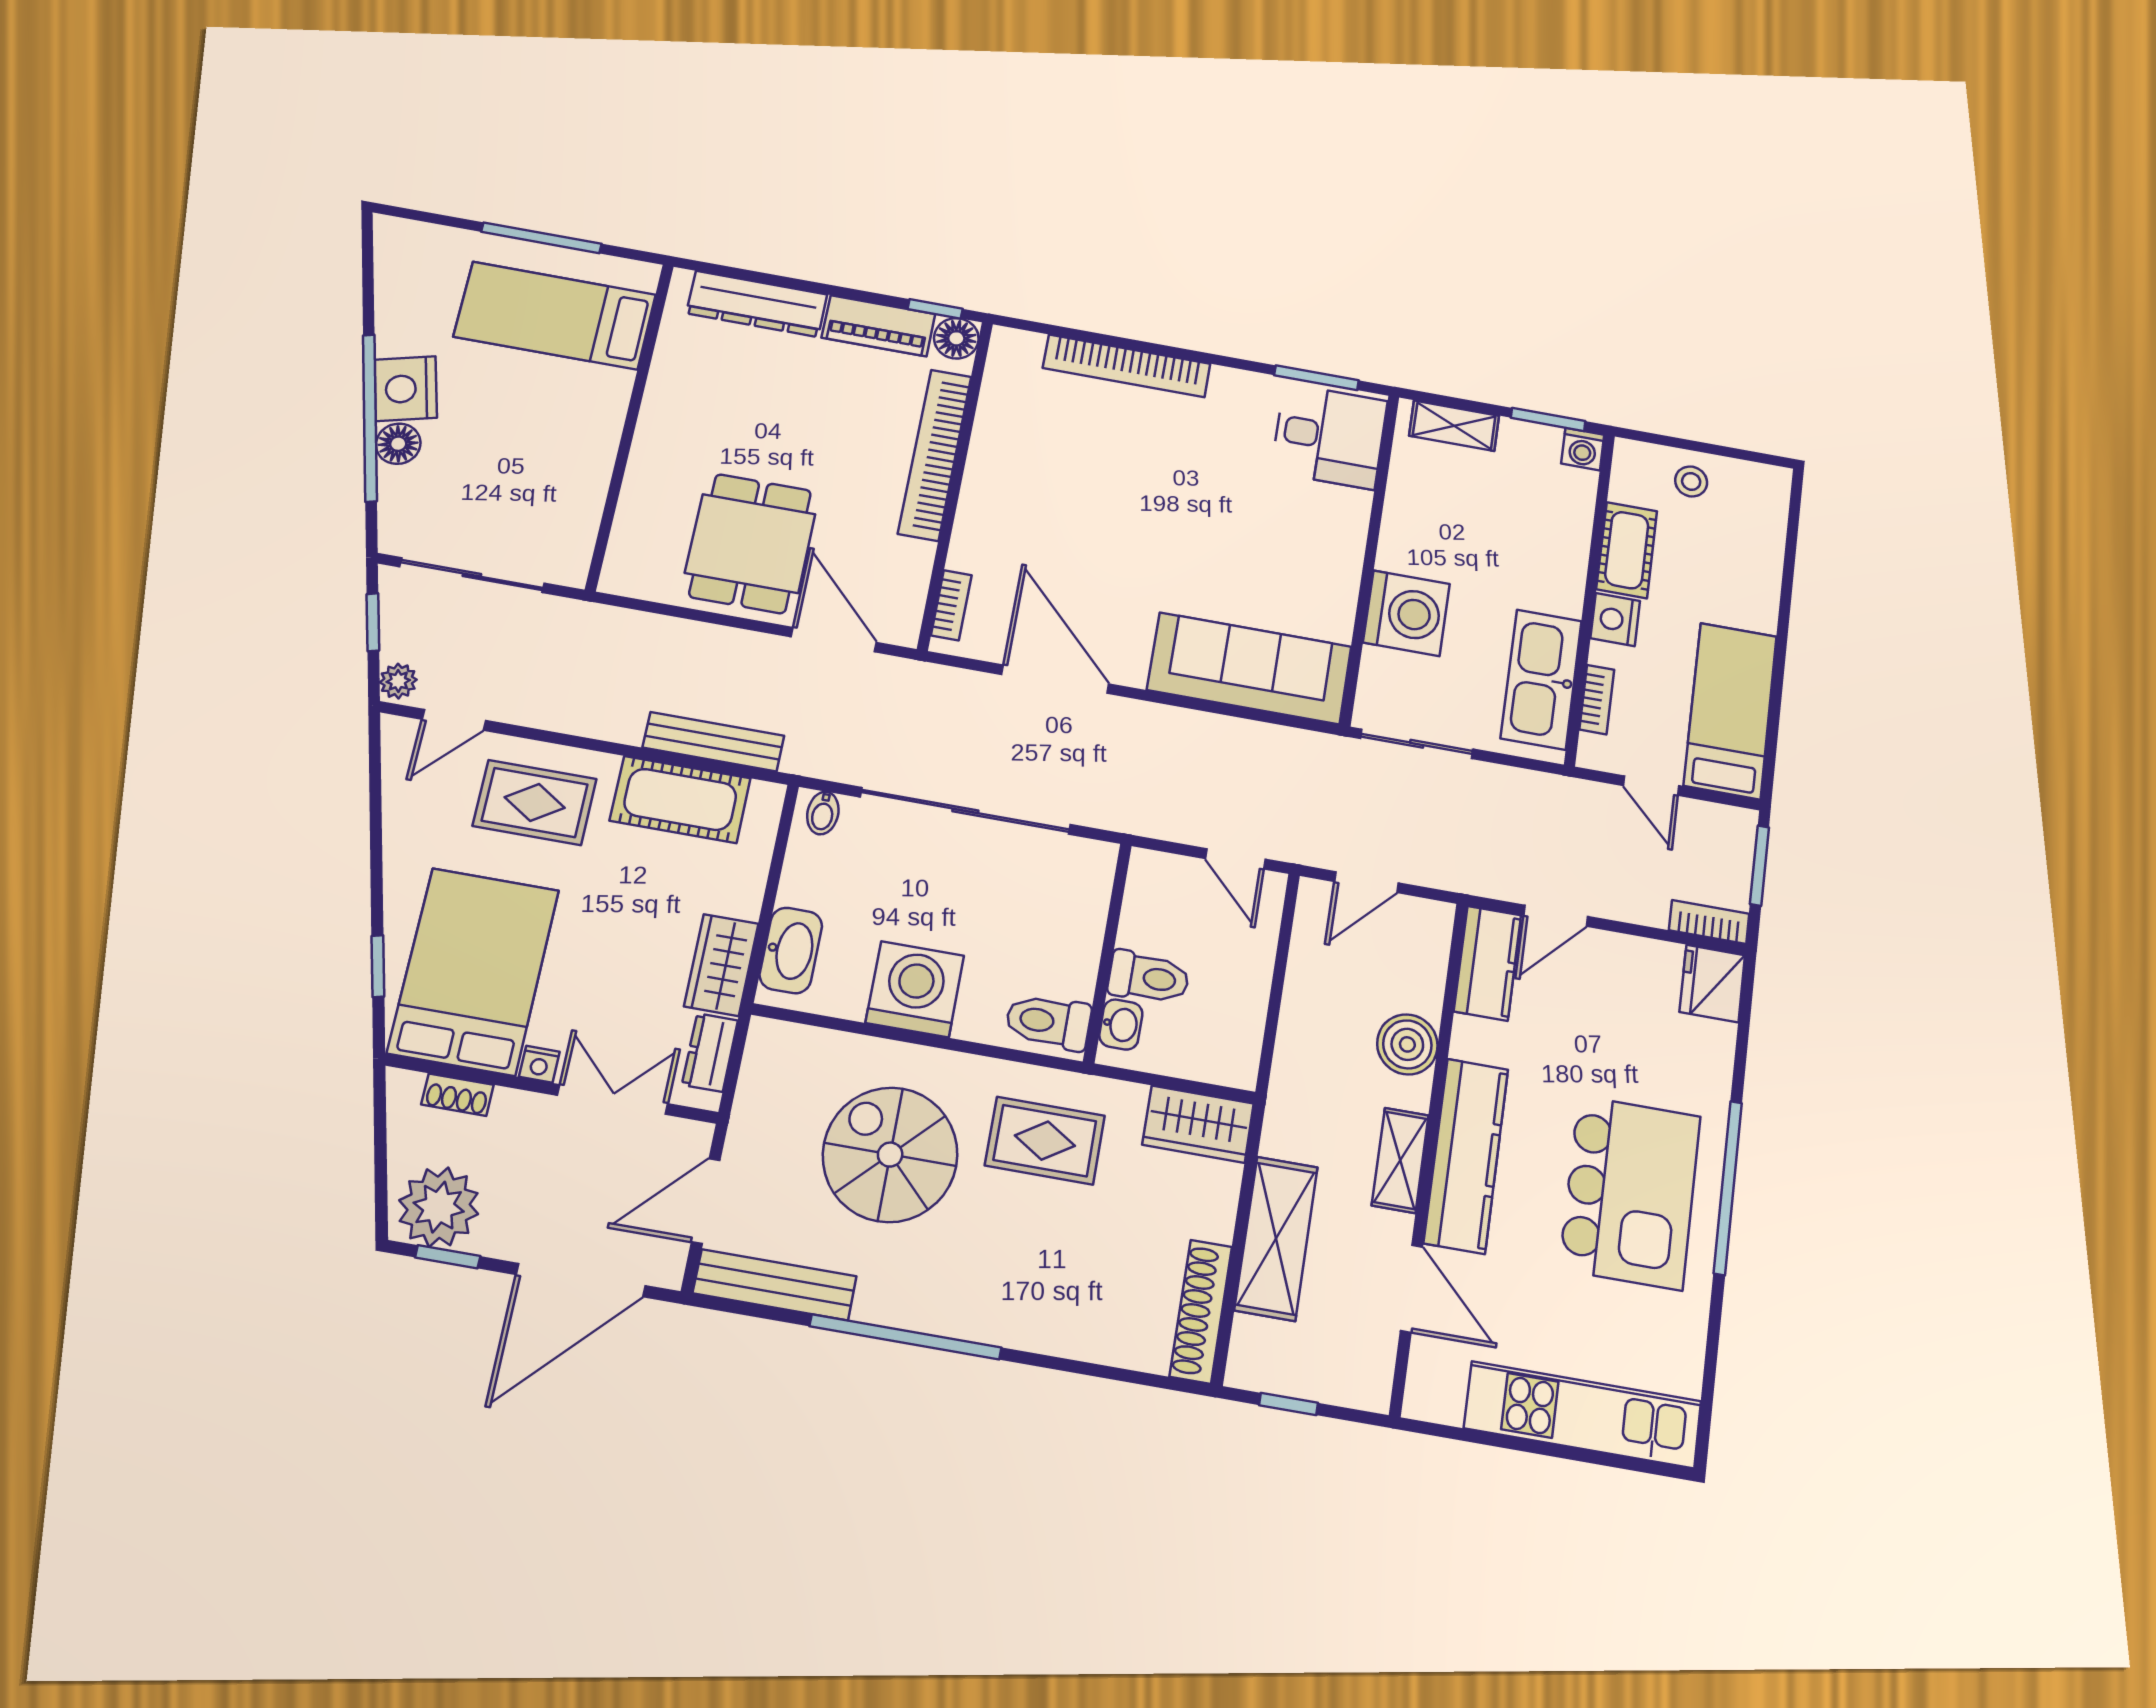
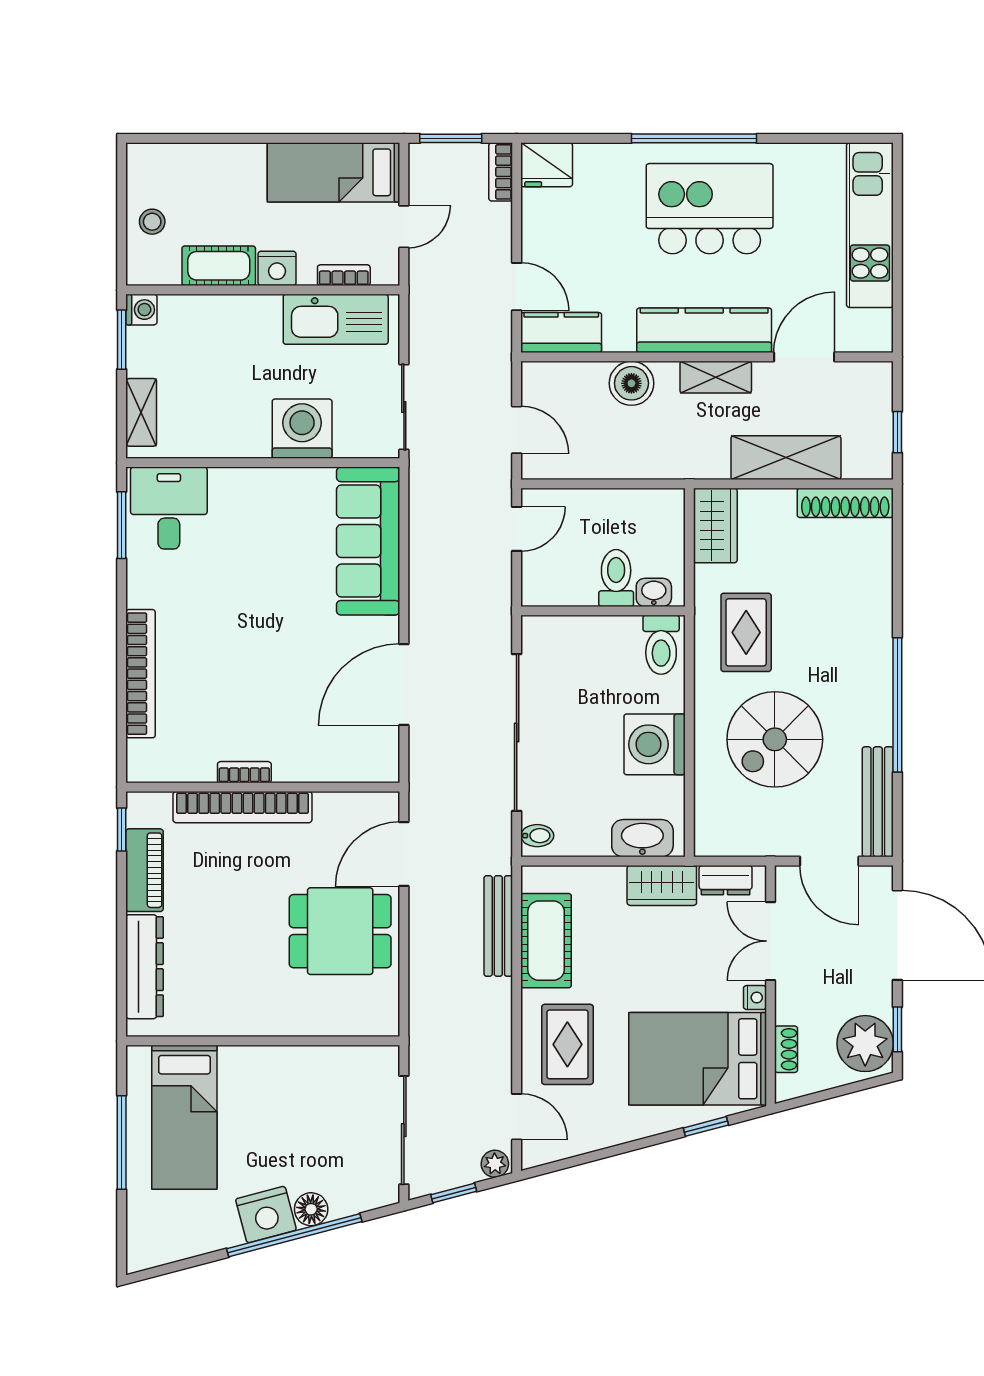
floor lamp: (956, 338) -> (143, 809), removed
bookcase: (951, 605) -> (244, 772), moved

